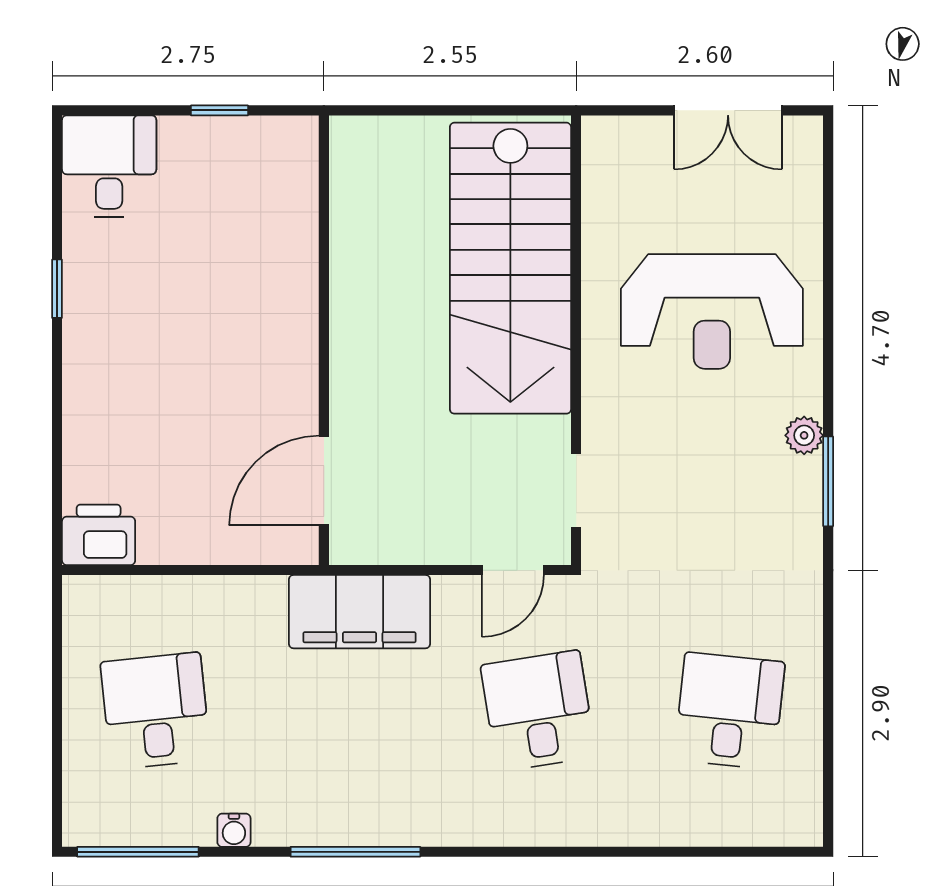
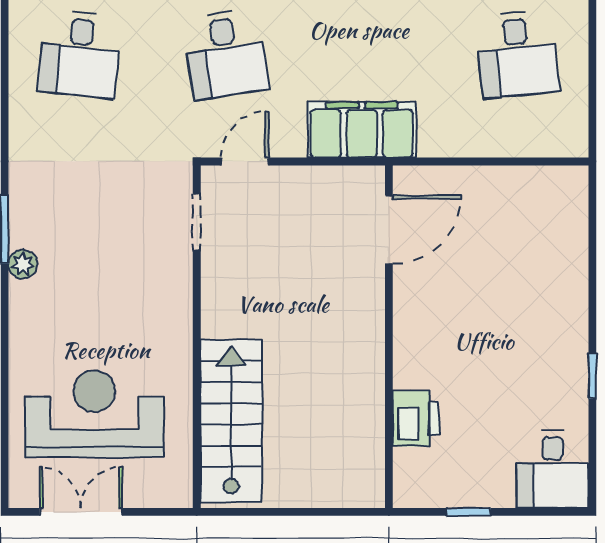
stairs: (510, 268) -> (231, 421), width x0.73, depth x0.66
reception desk: (712, 311) -> (94, 414), moved
printer: (99, 535) -> (416, 418), moved, turned -90

